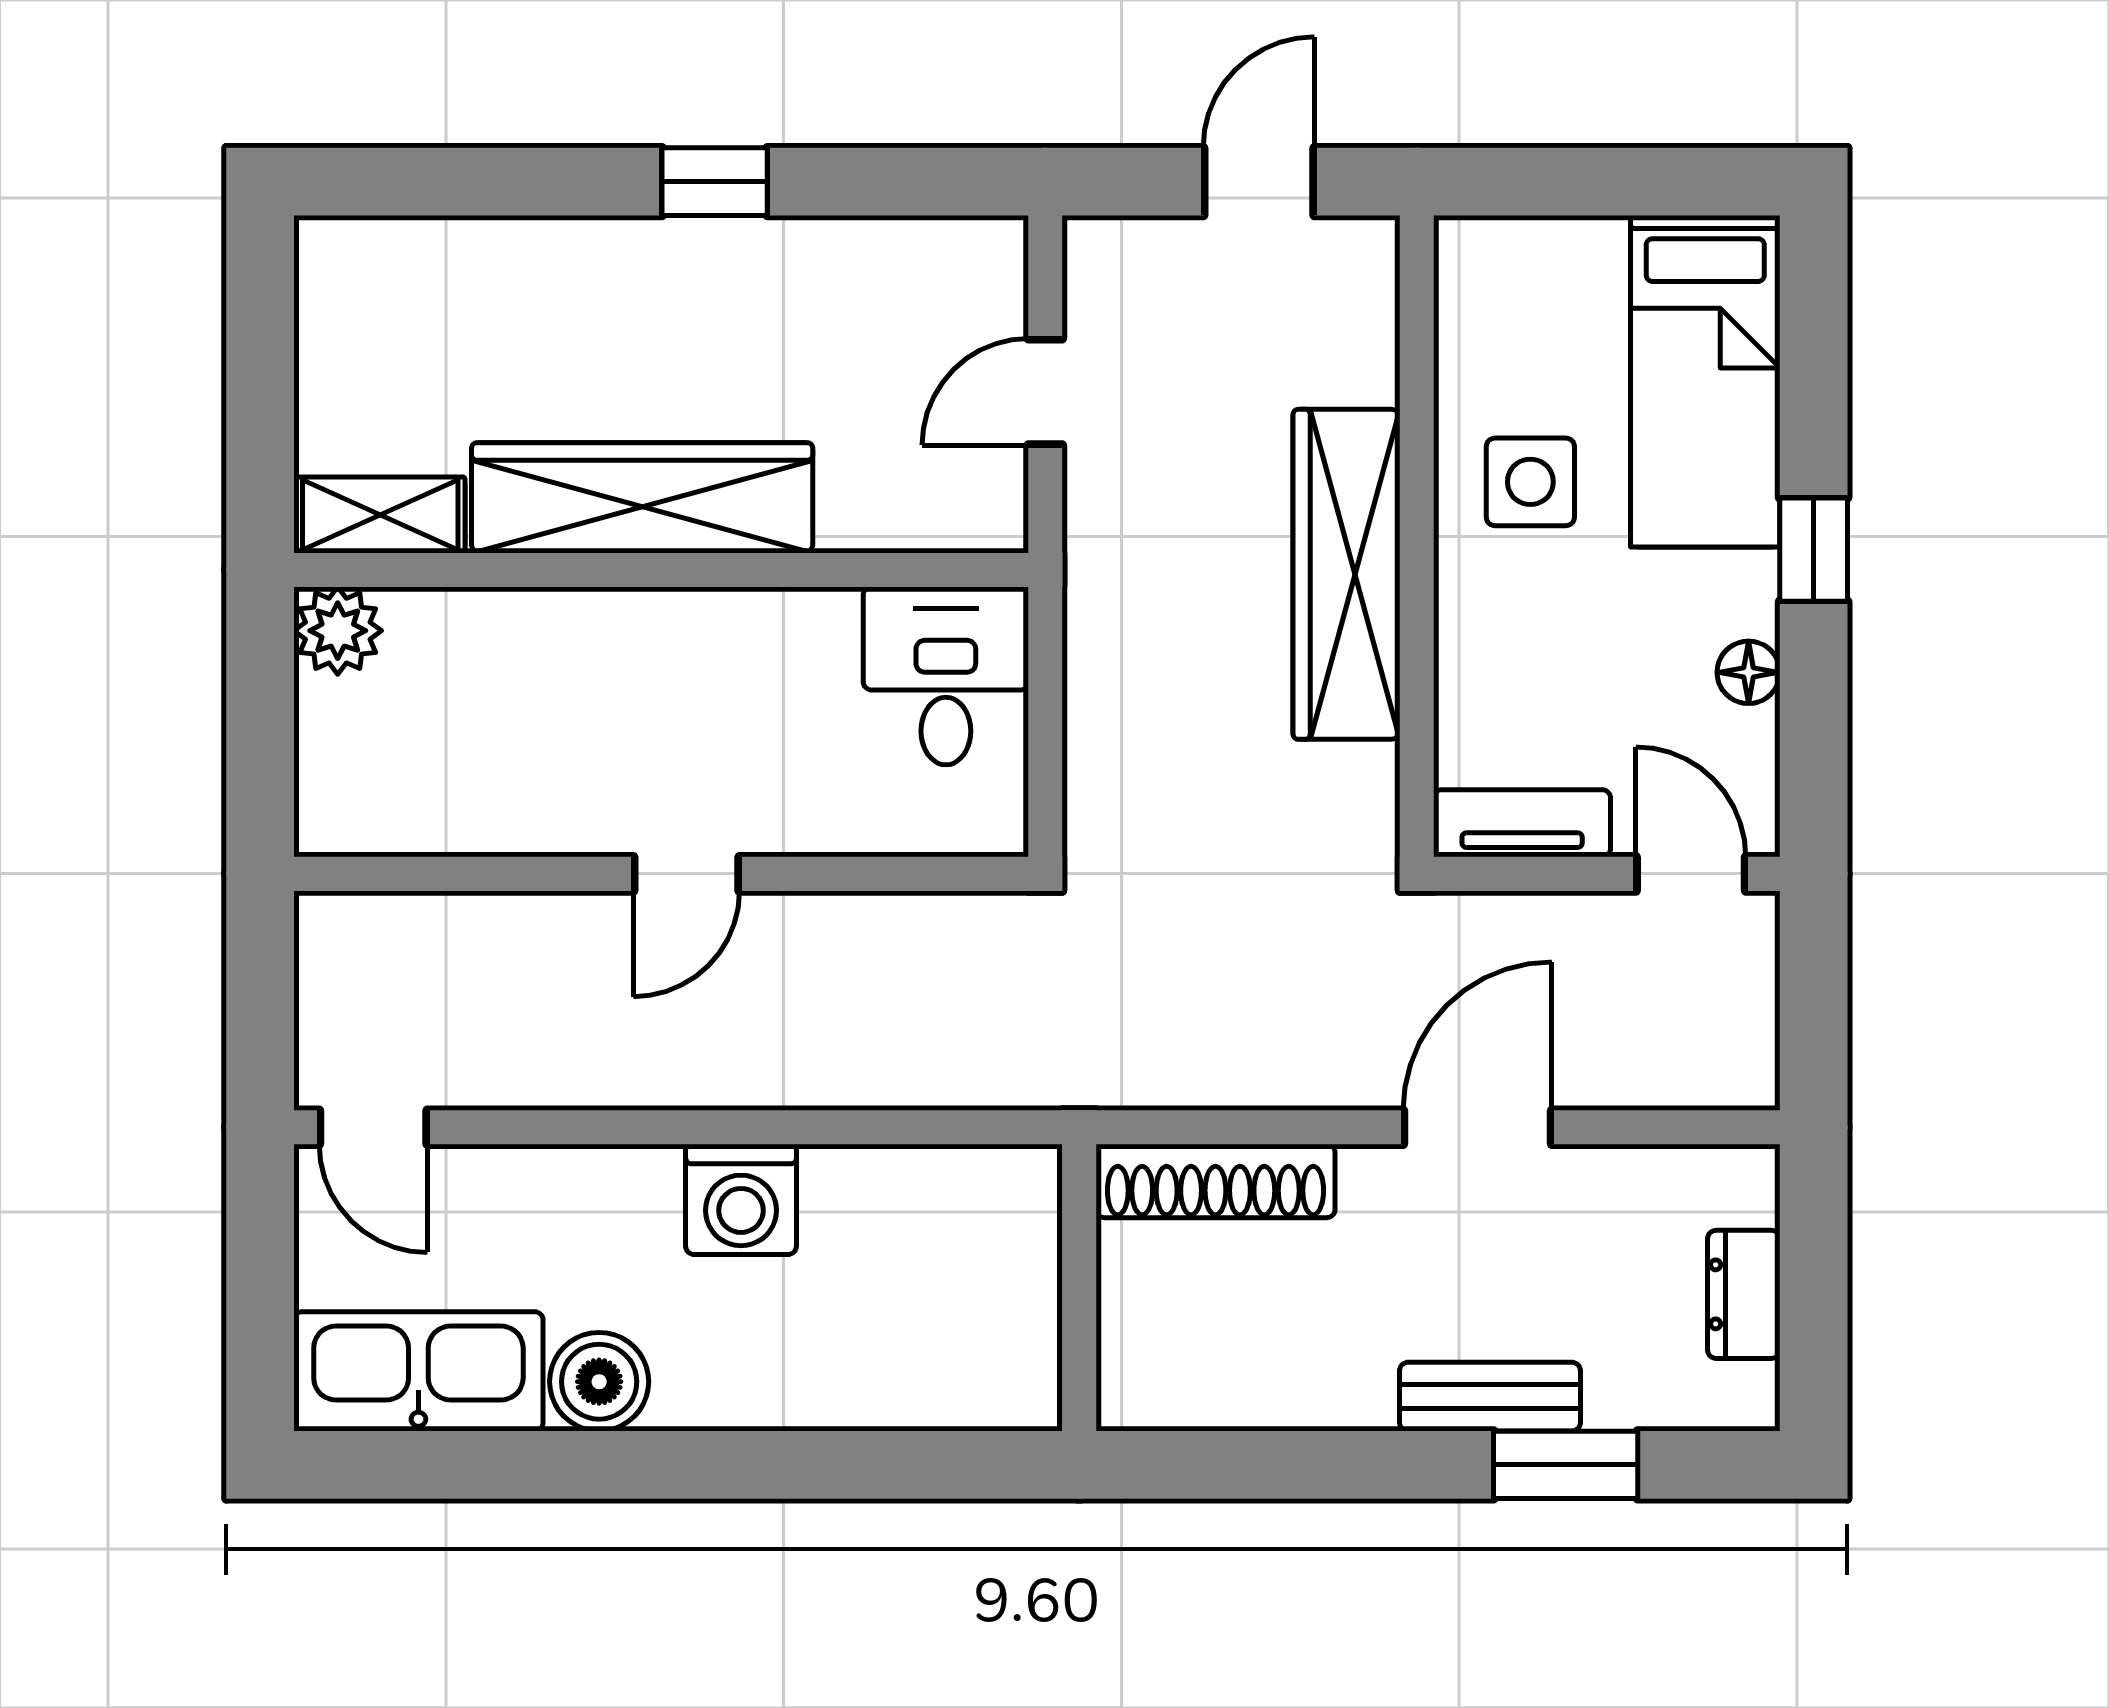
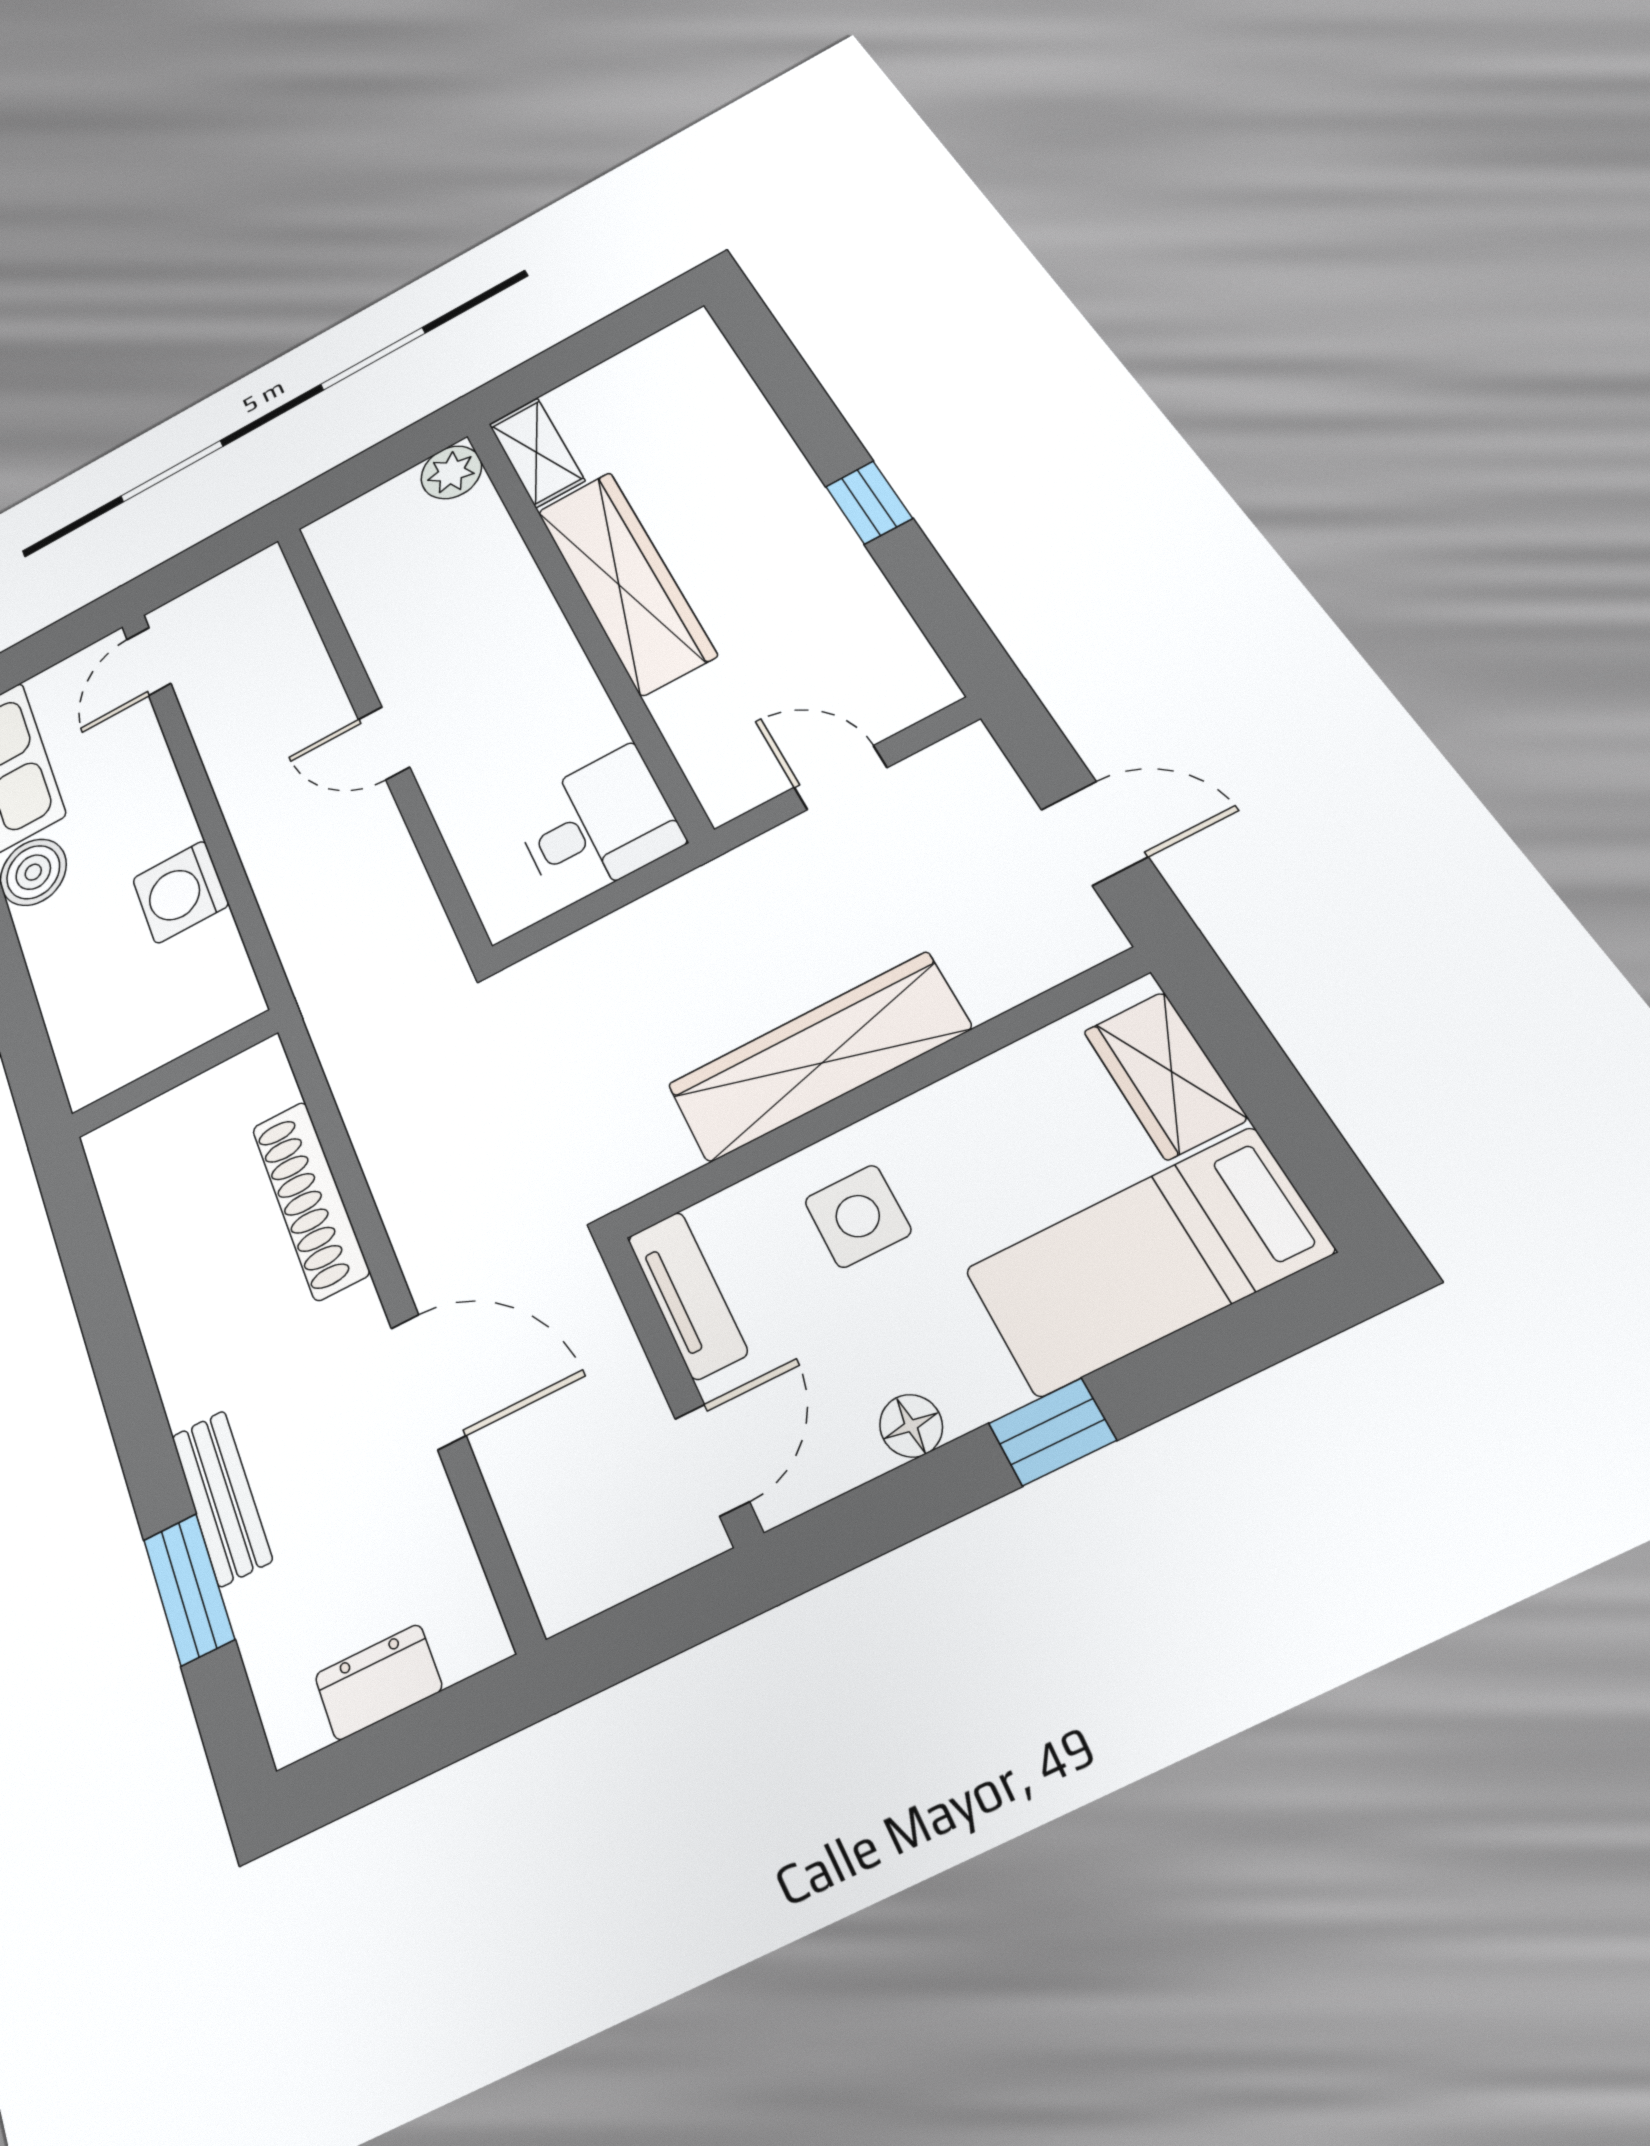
wardrobe: (1542, 263) -> (1165, 1075), added
side table: (1530, 482) -> (858, 1216), moved
wall: (1079, 1288) -> (174, 1074), moved

